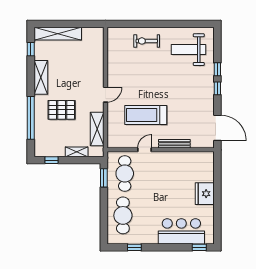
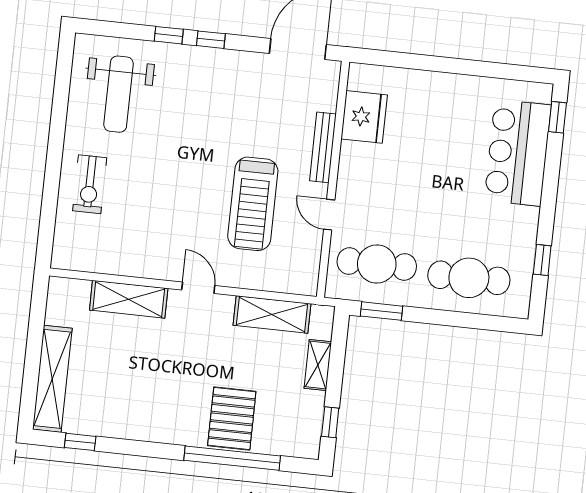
shelving: (41, 77) -> (129, 299), moved
pallet: (62, 110) -> (232, 418), moved
fridge: (205, 194) -> (364, 117), moved, turned -90

